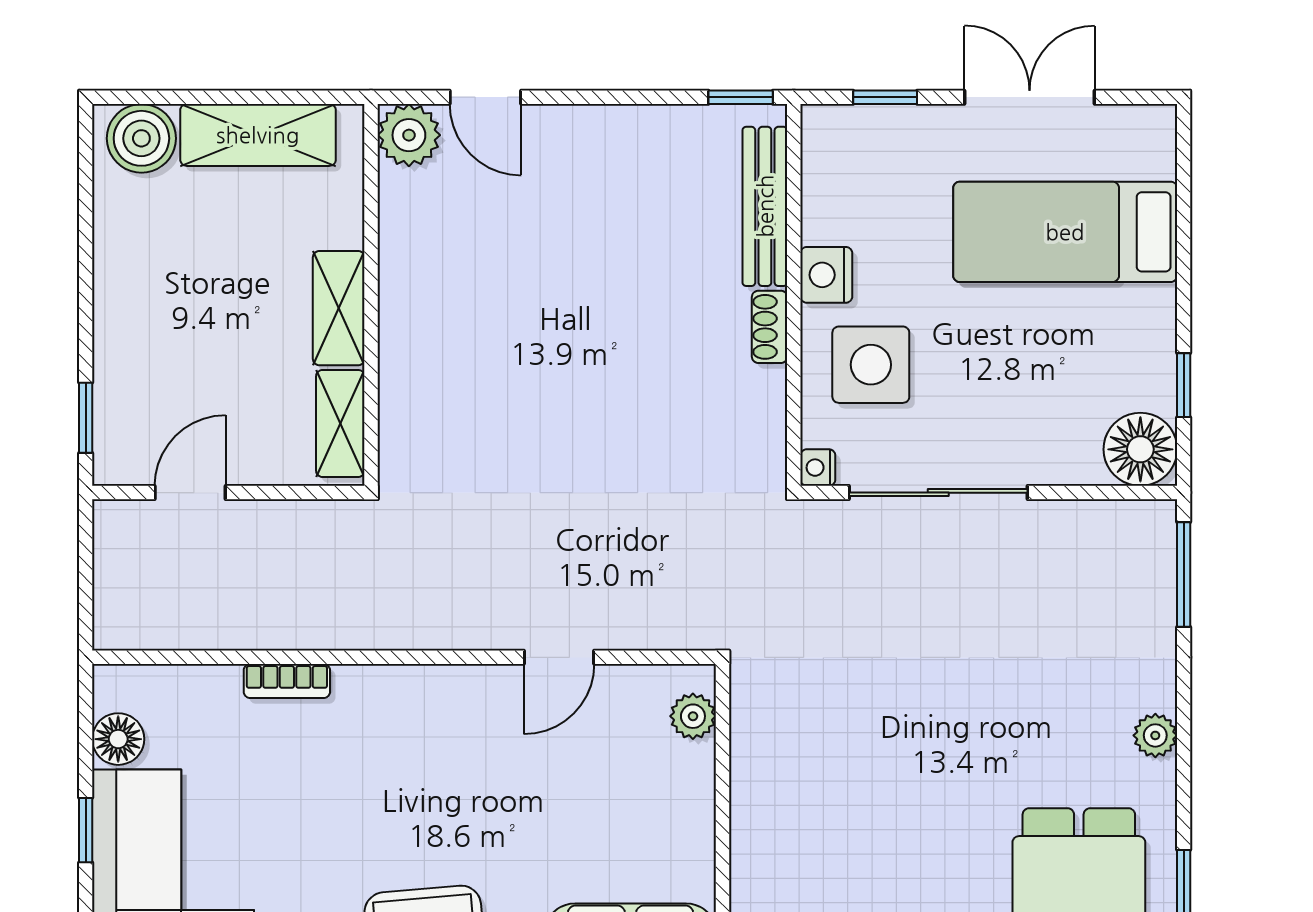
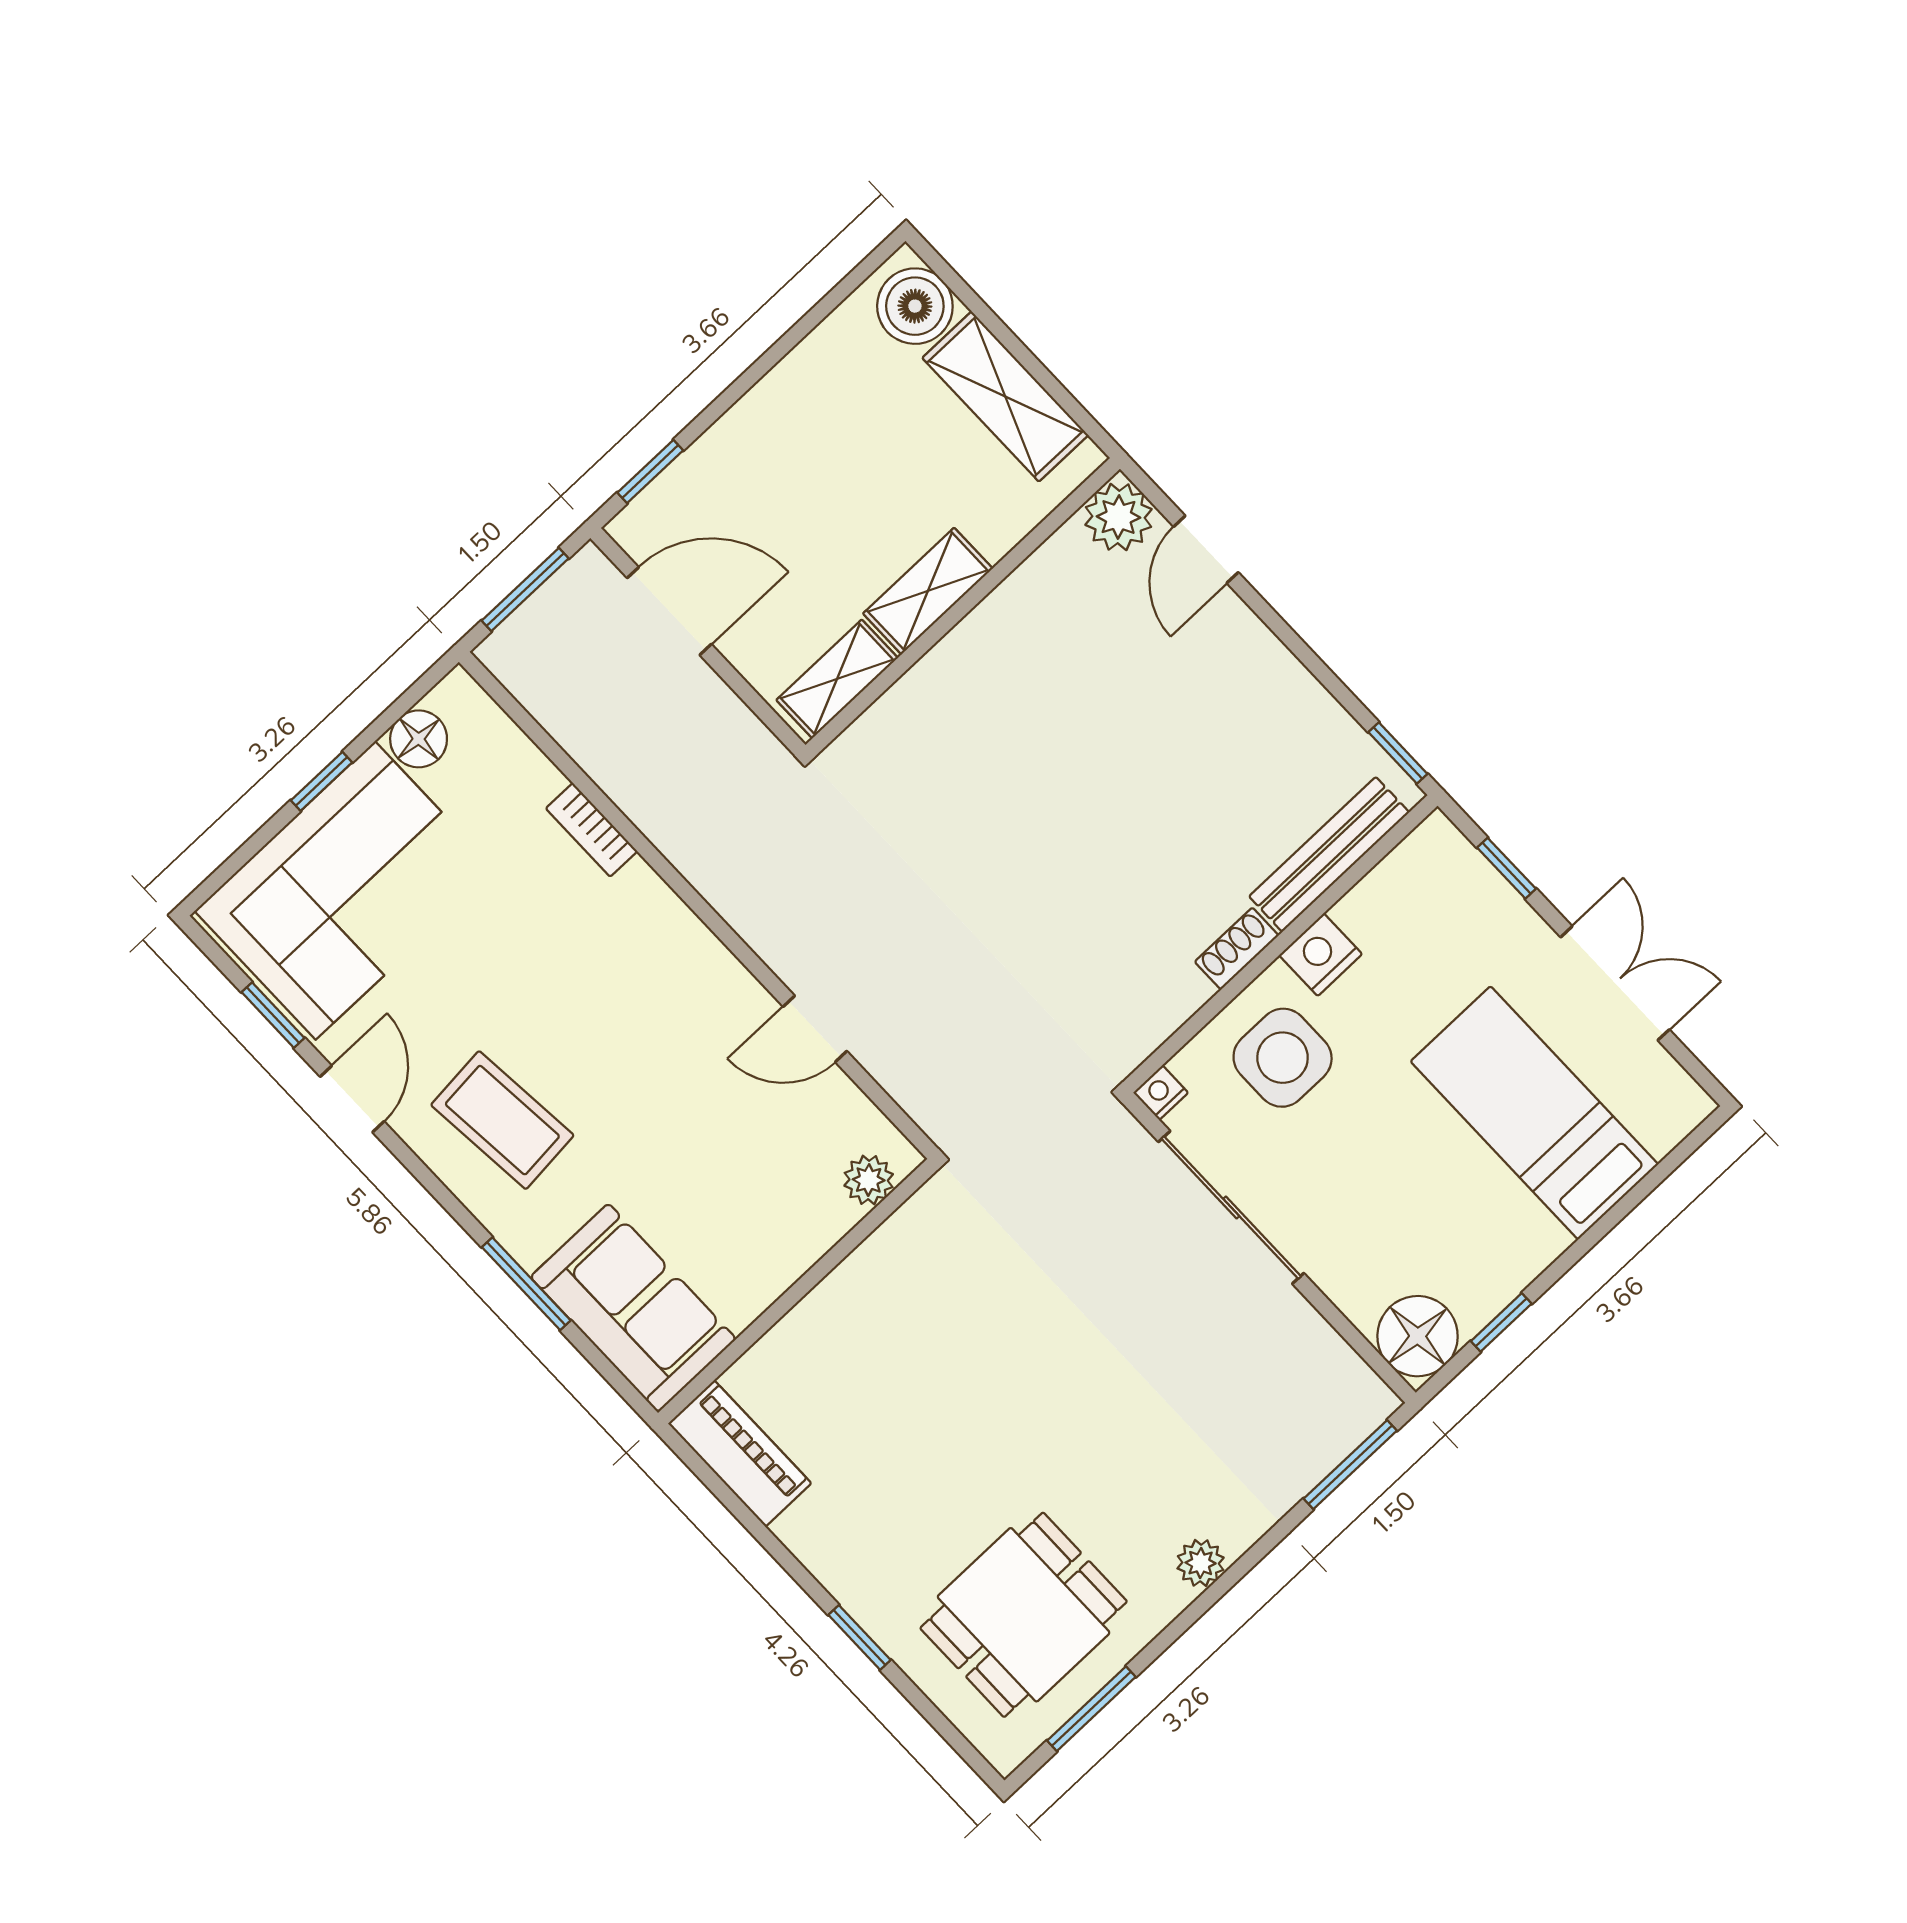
door: (190, 493) -> (669, 611), width x1.38
window: (86, 575) -> (525, 589), added

